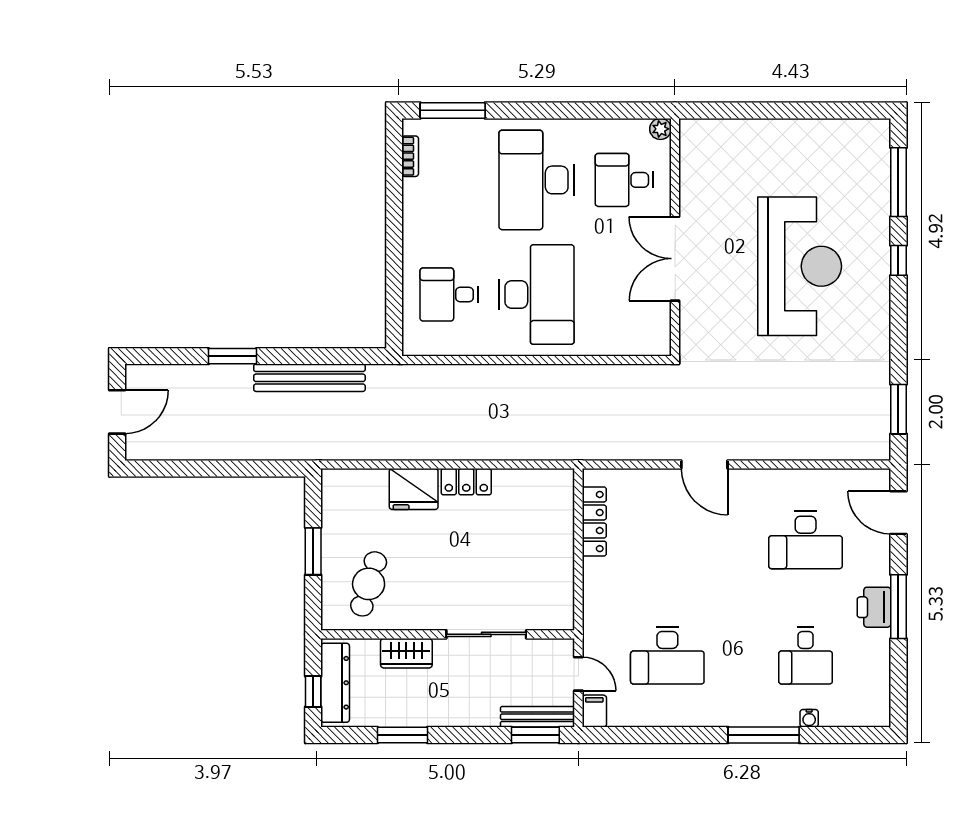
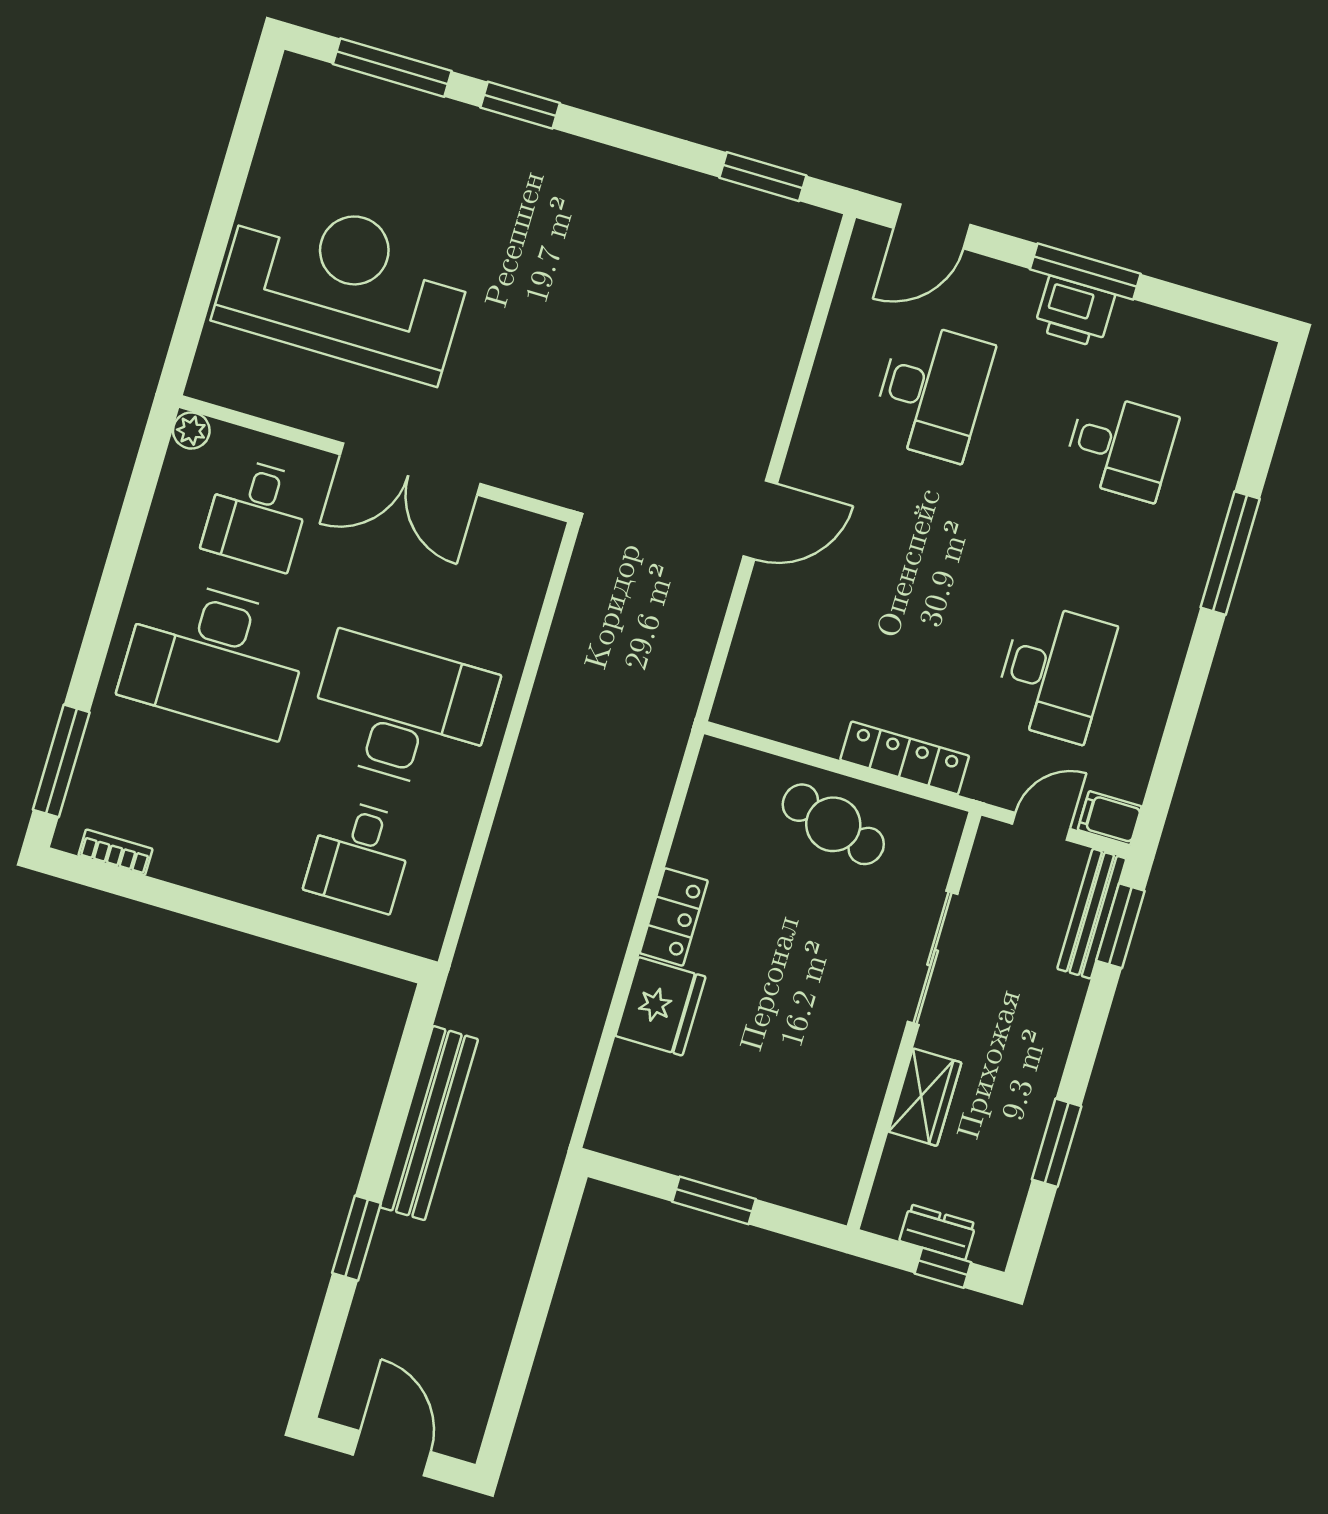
window: (898, 260) -> (520, 105), width x1.50
reception desk: (800, 266) -> (344, 286), moved
locker: (594, 522) -> (905, 758), moved
cafe table: (369, 584) -> (833, 824), moved
dresser: (335, 683) -> (938, 1232), width x0.51, depth x0.80
water cooler: (809, 718) -> (1225, 471), removed

